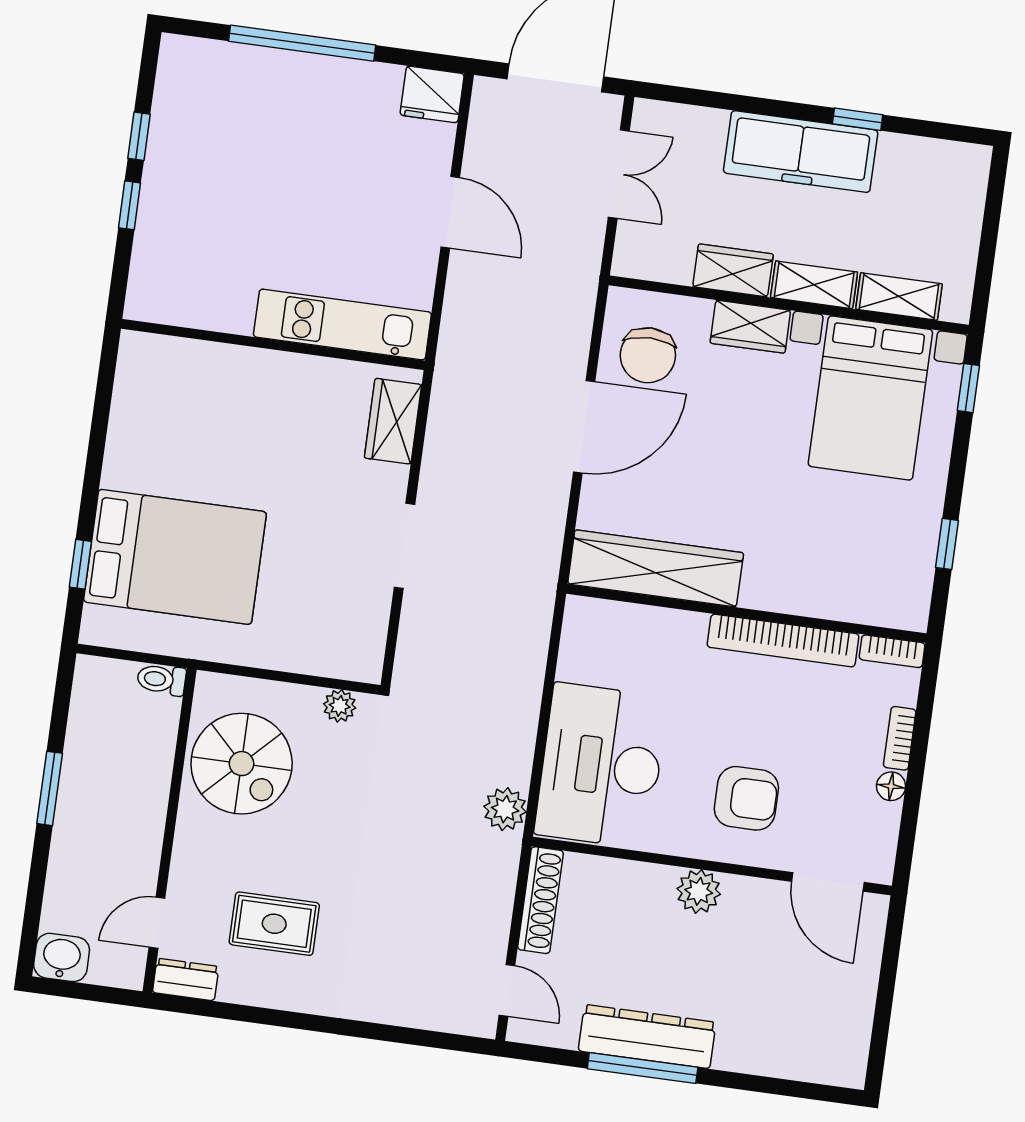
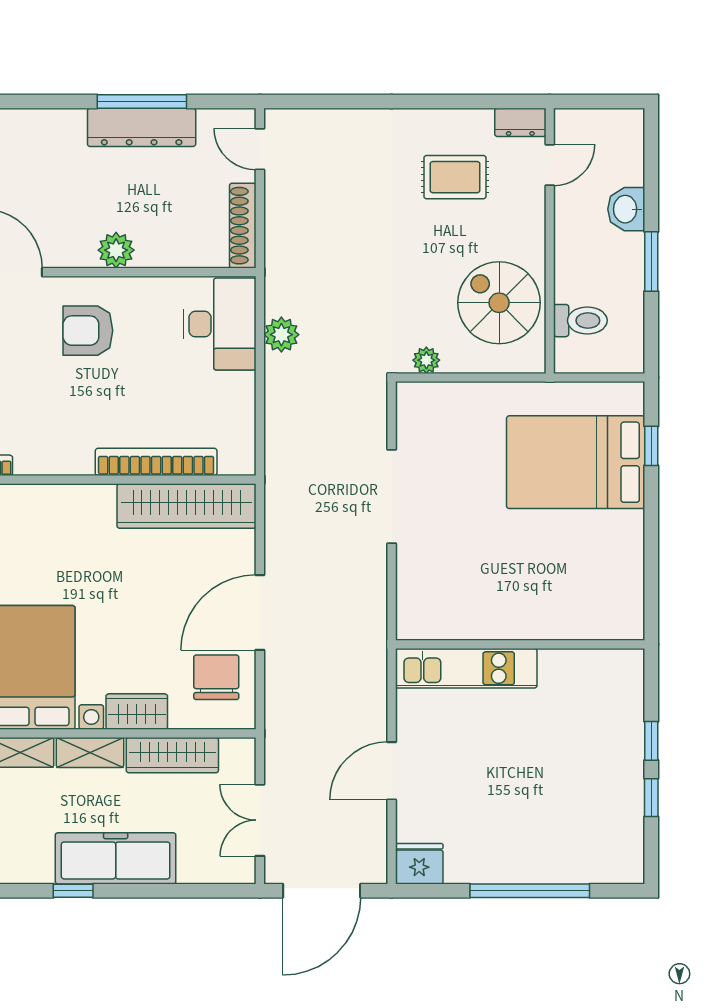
door: (450, 212) -> (392, 771), hinge flipped
wardrobe: (733, 270) -> (172, 755), width x1.50
wardrobe: (393, 421) -> (415, 596), removed
doorway: (405, 546) -> (392, 496), width x1.36
bookcase: (783, 641) -> (156, 462), moved
toilet: (161, 680) -> (580, 321), moved, width x1.37, depth x1.39
desk: (601, 766) -> (220, 324), width x0.73, depth x0.77
plant: (505, 809) -> (281, 335), moved
washbasin: (62, 957) -> (626, 209), moved, turned 90

